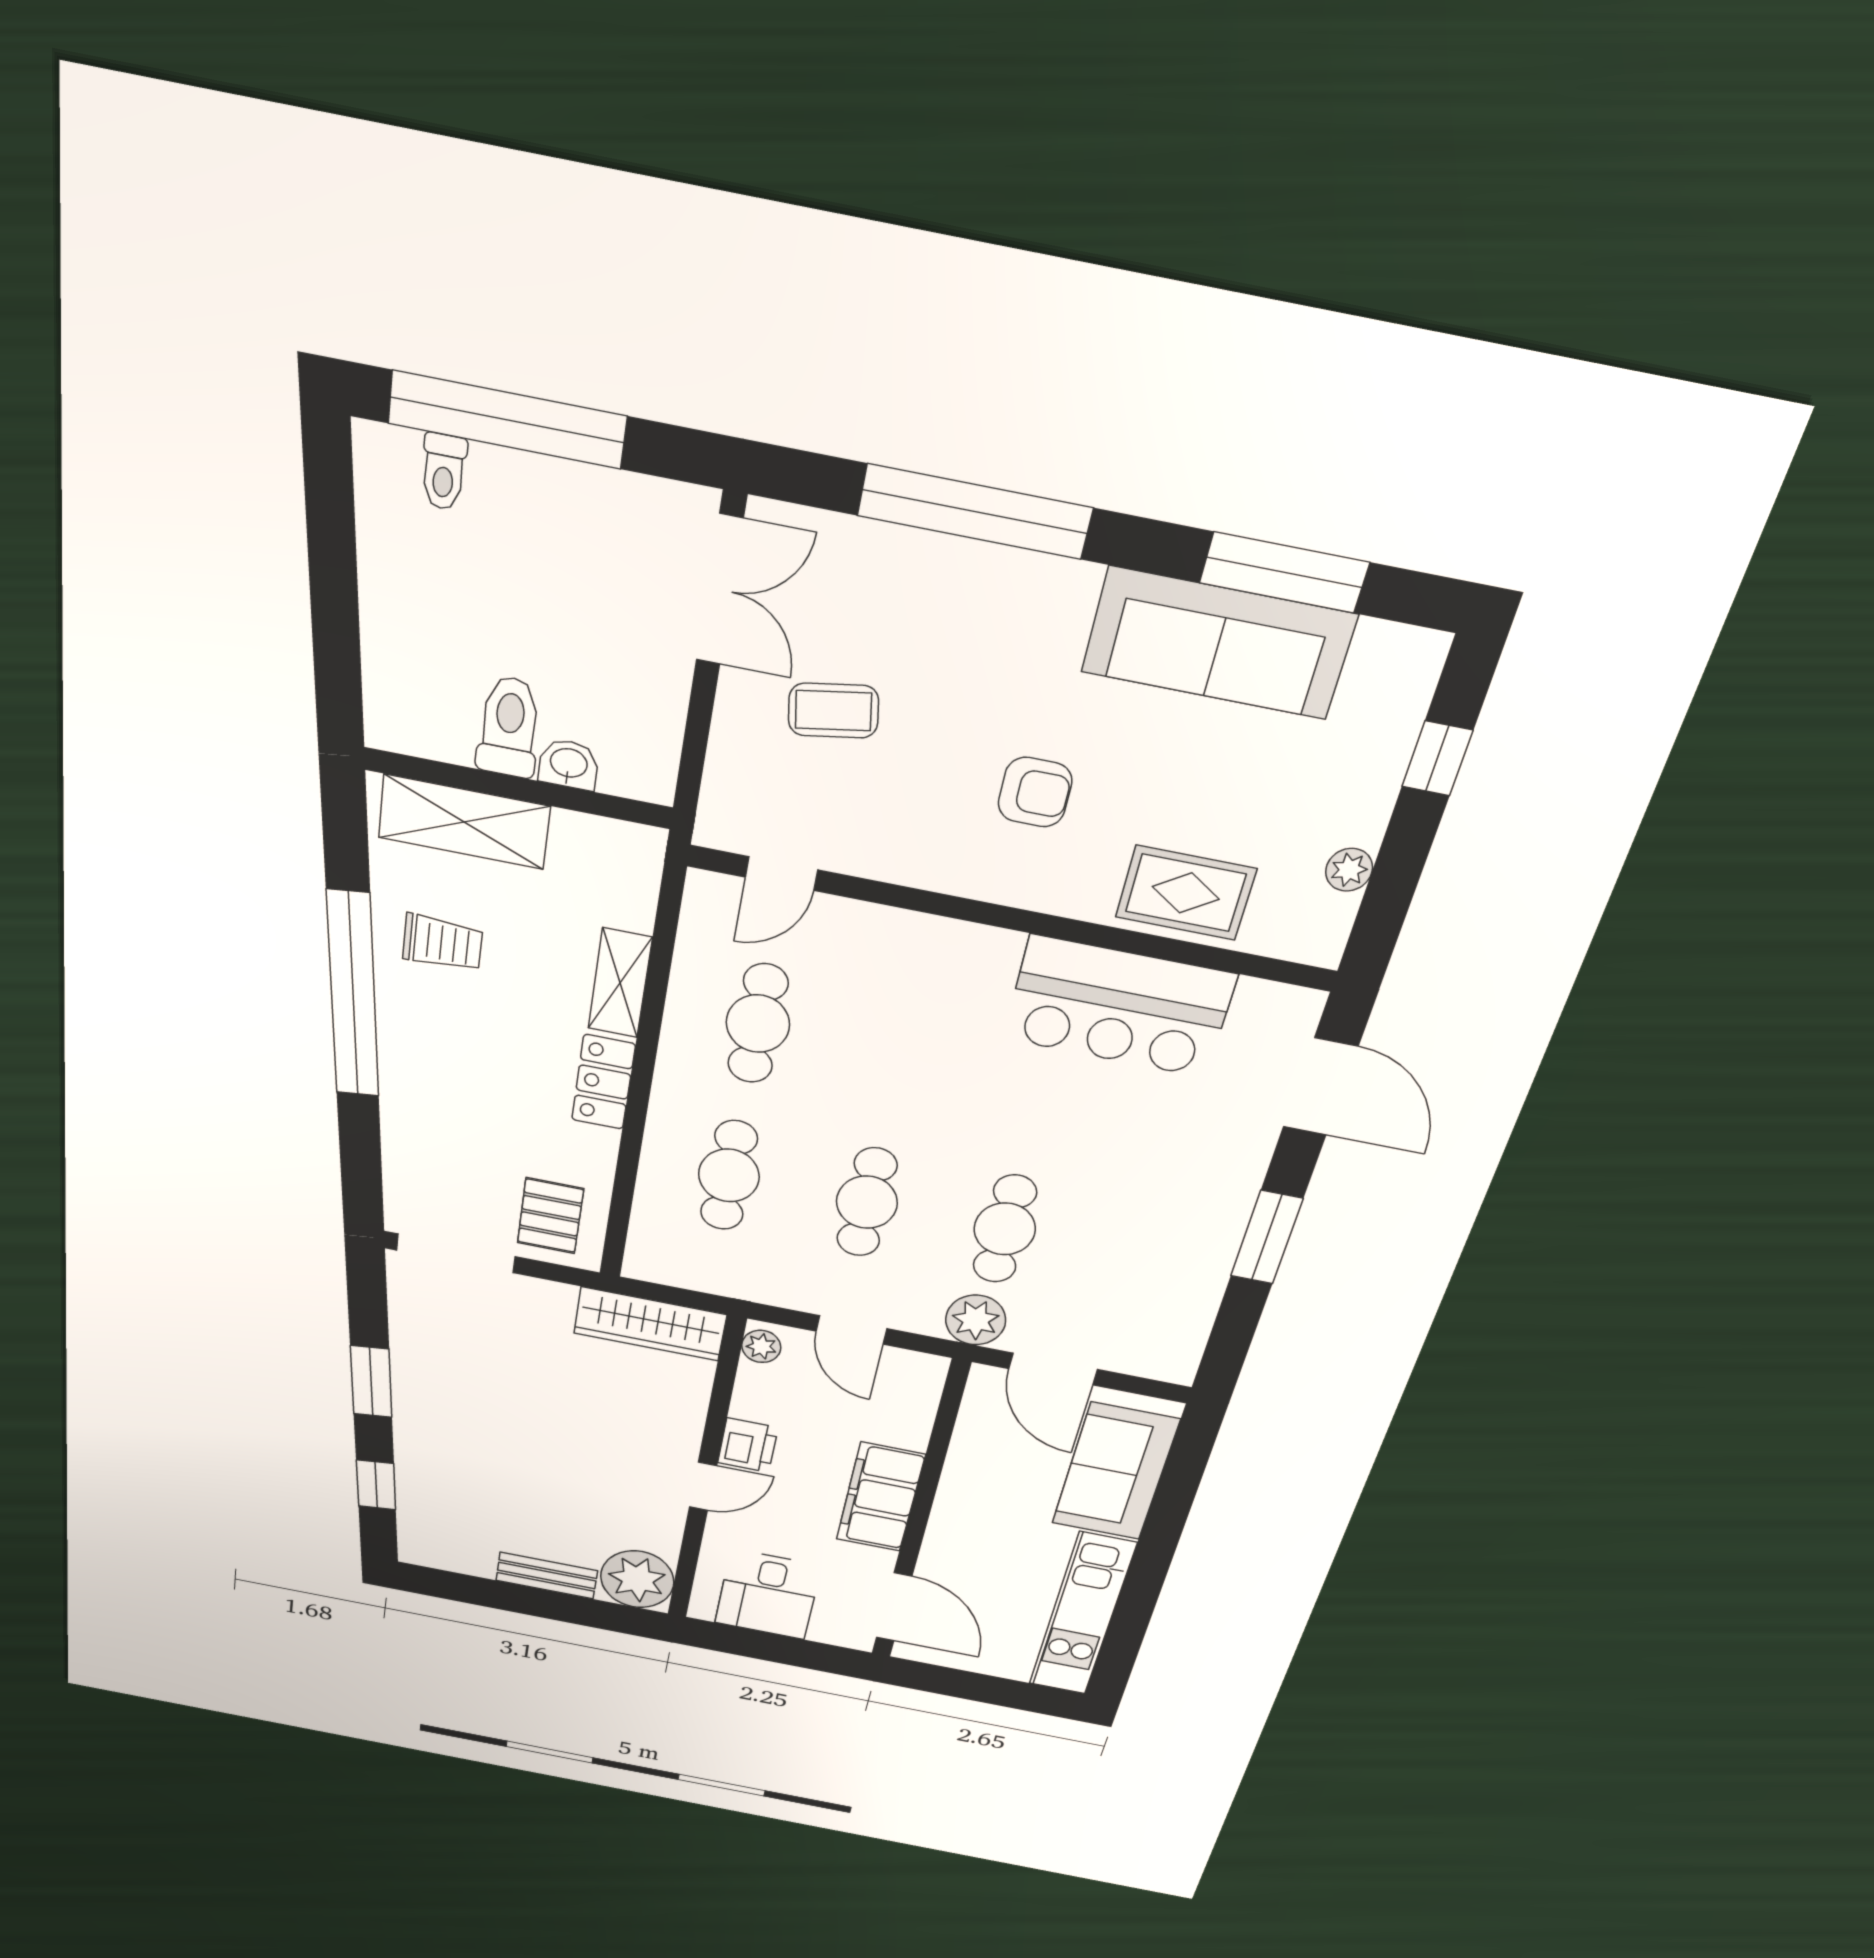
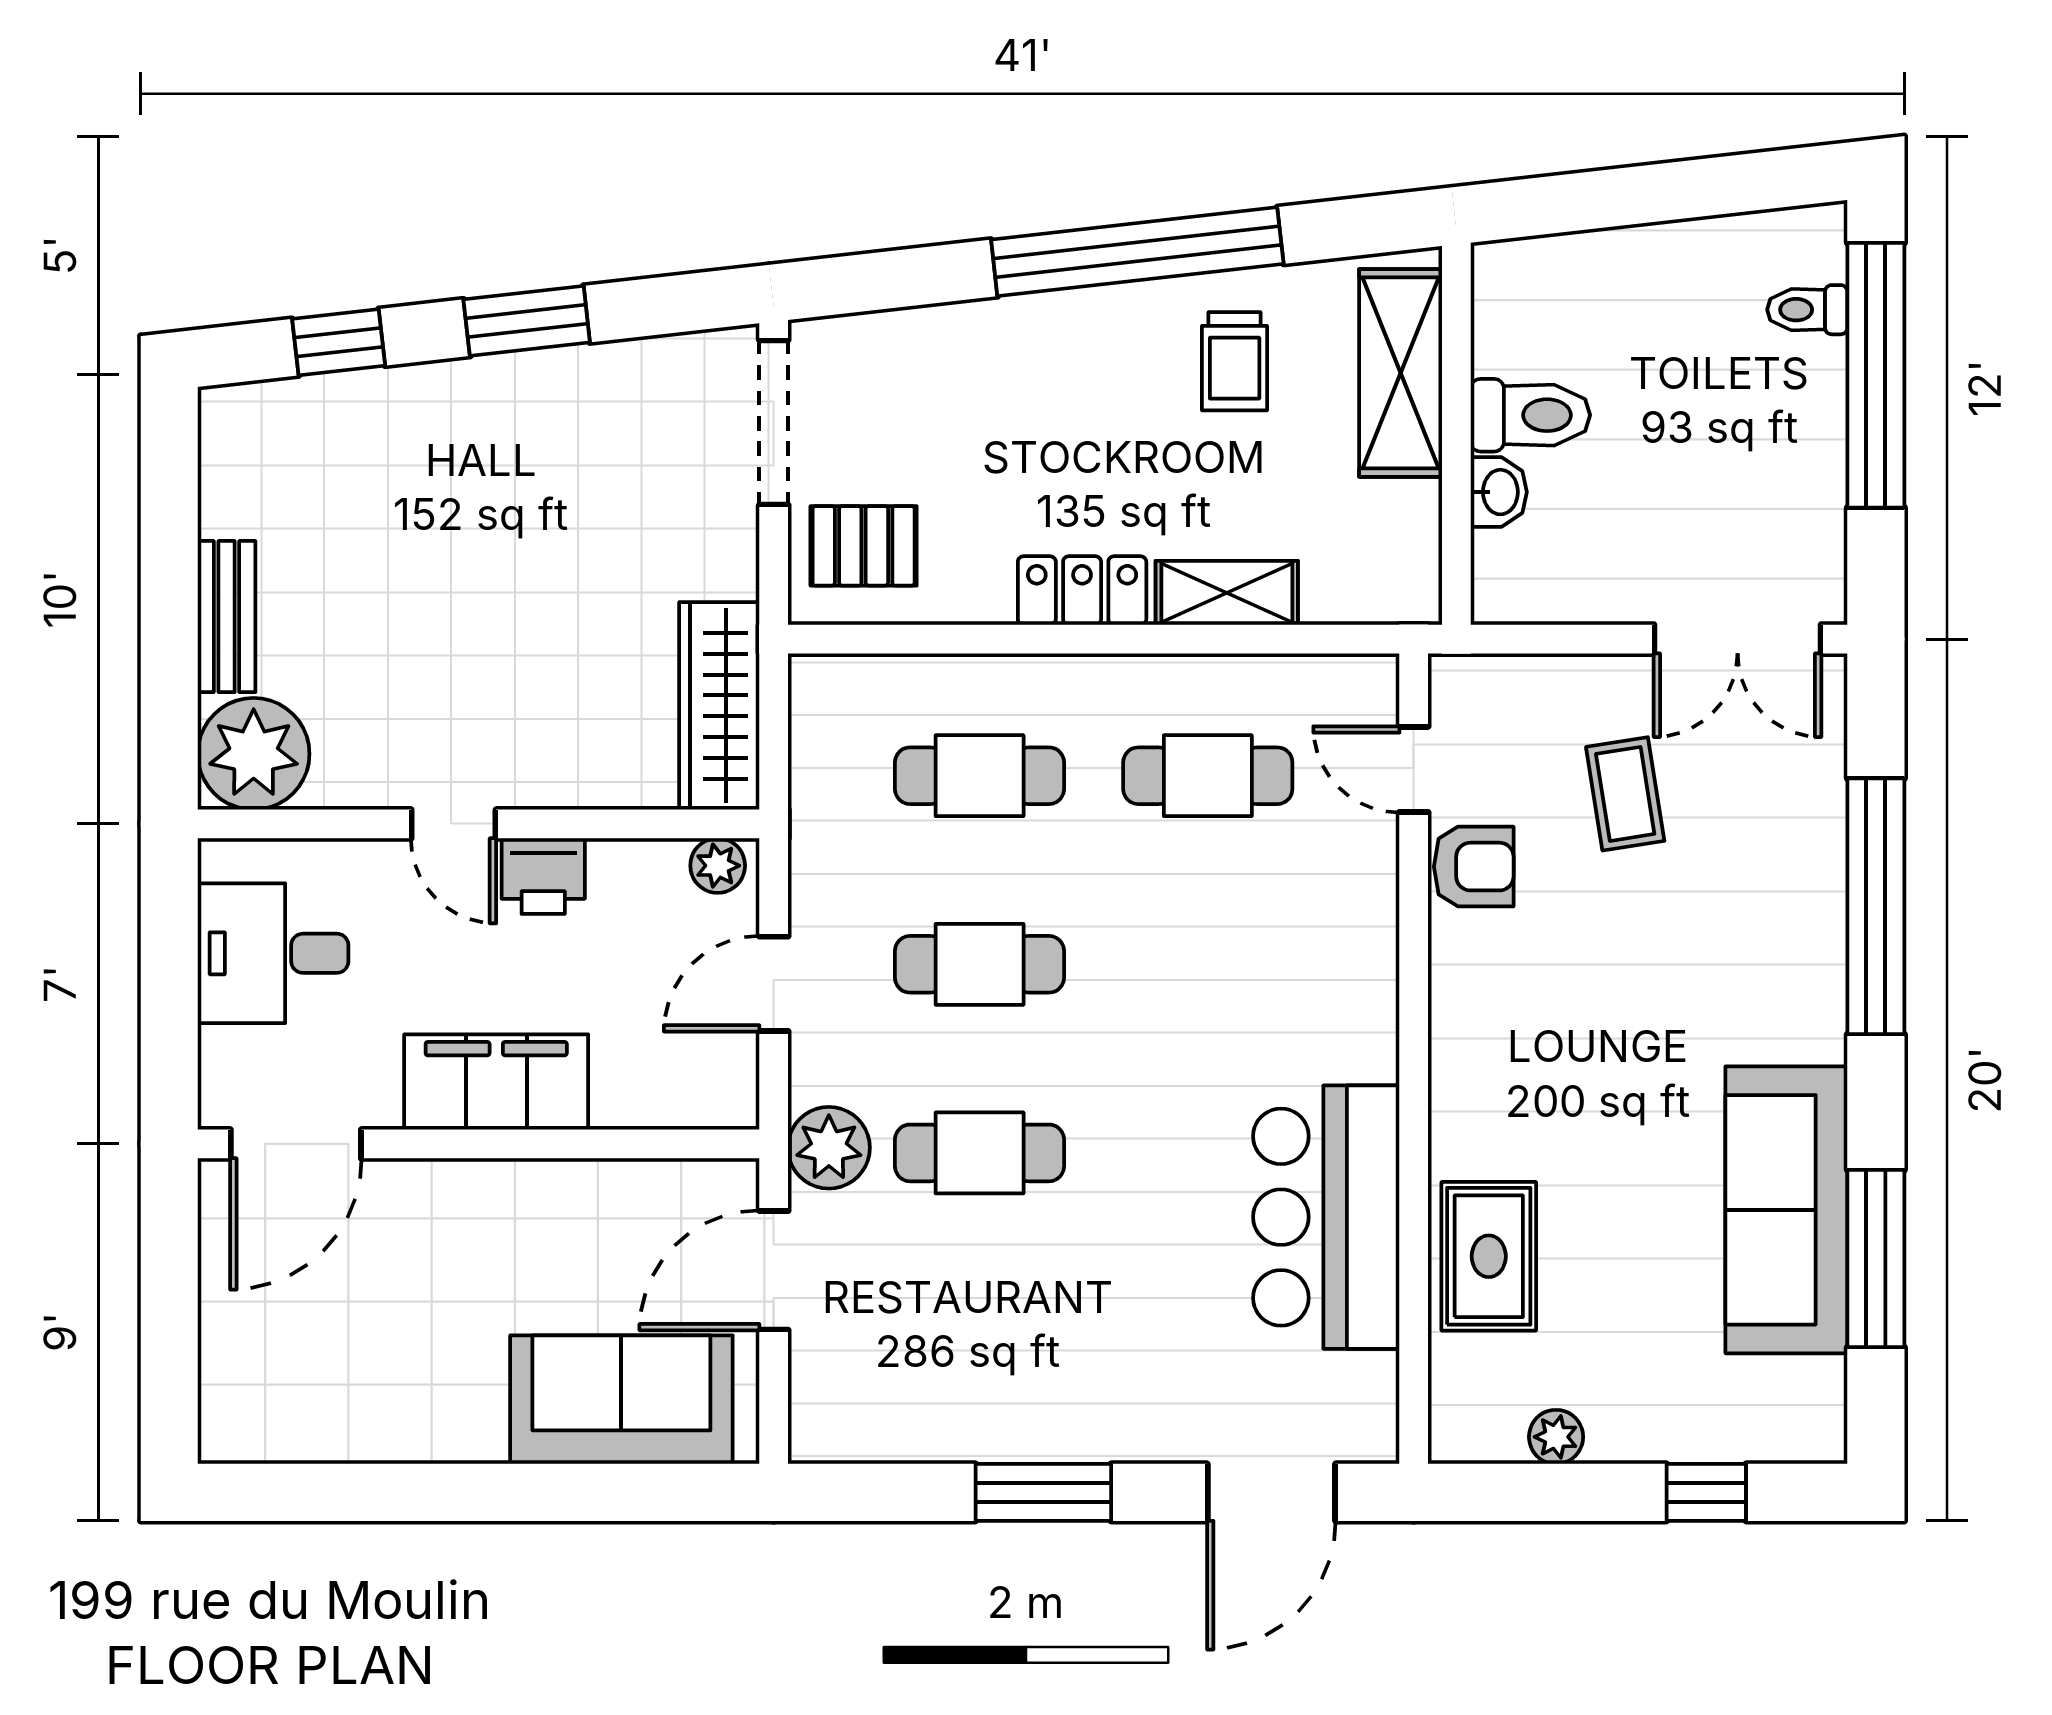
armchair: (1035, 792) -> (1474, 867), moved, turned -90
kitchen unit: (1082, 1614) -> (351, 1421), removed

